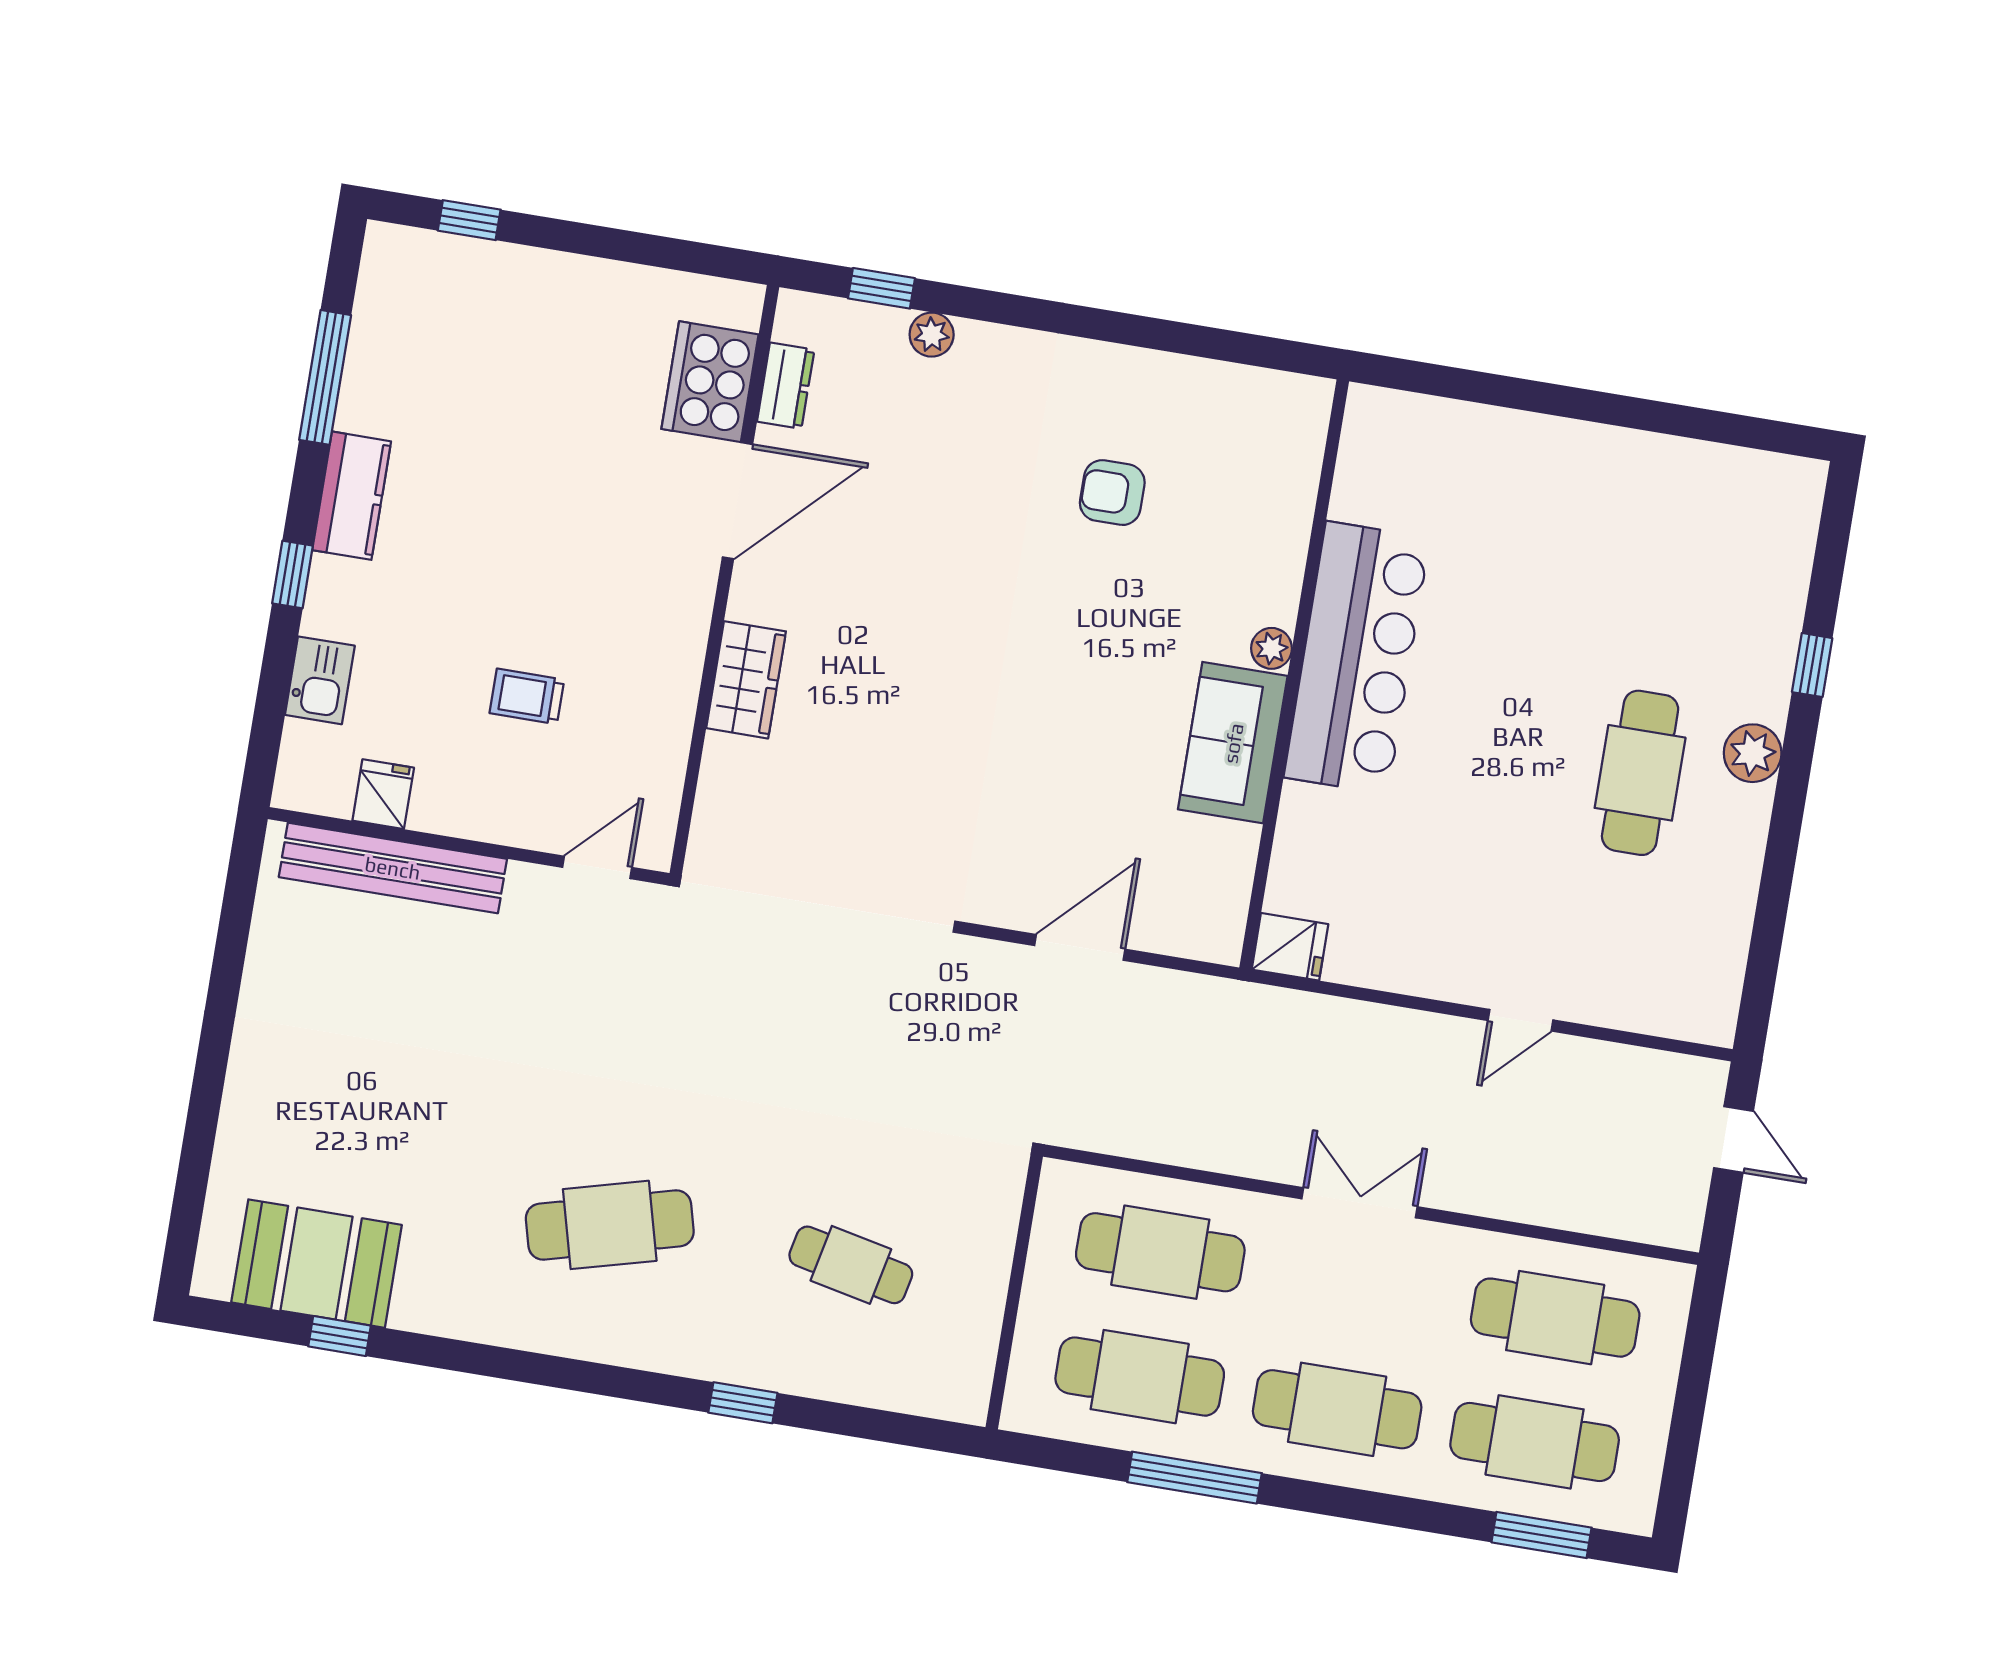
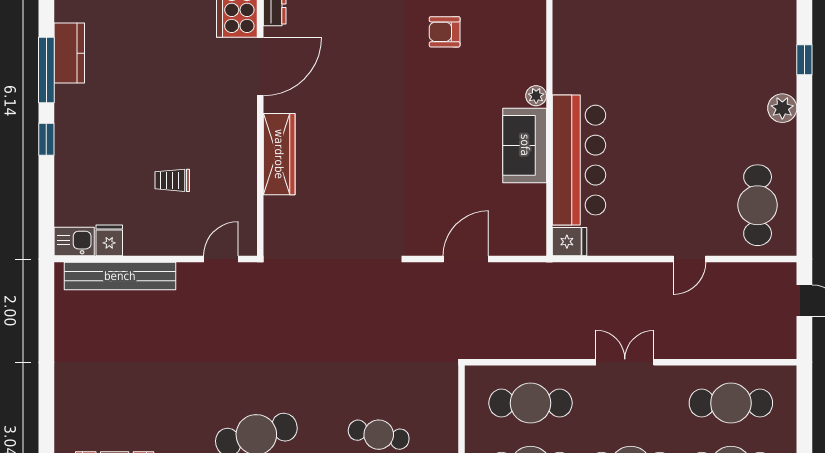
window: (325, 377) -> (46, 70), moved
kitchen counter: (352, 496) -> (69, 53), moved
bar counter: (1357, 658) -> (579, 160), moved
kitchen sink: (320, 680) -> (74, 242), moved, turned -90
wardrobe: (746, 680) -> (279, 154), width x1.50
cafe table: (1640, 773) -> (758, 205), moved

